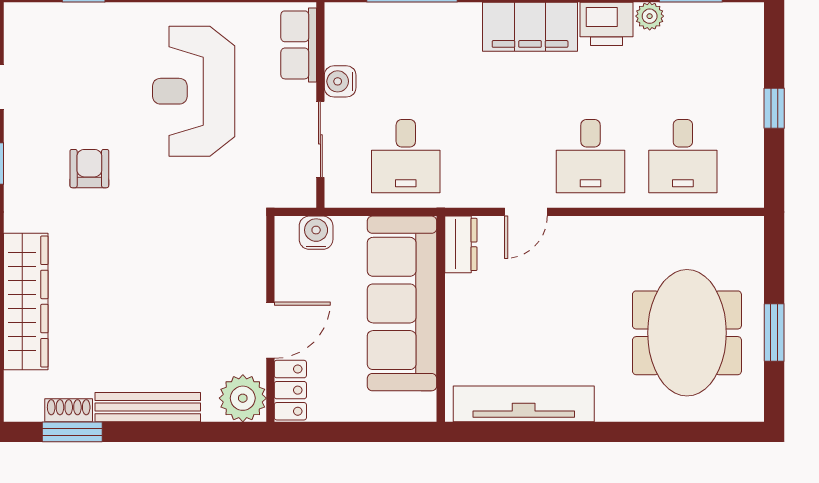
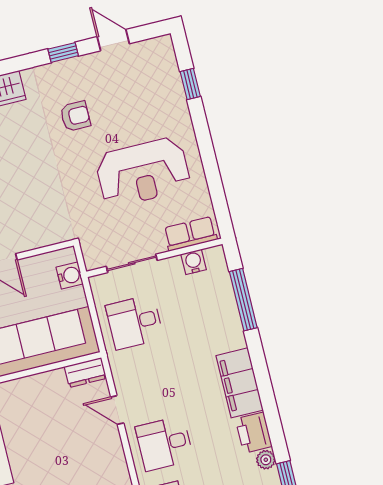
water cooler: (340, 81) -> (194, 262), moved
reception desk: (194, 91) -> (143, 172), turned 180

